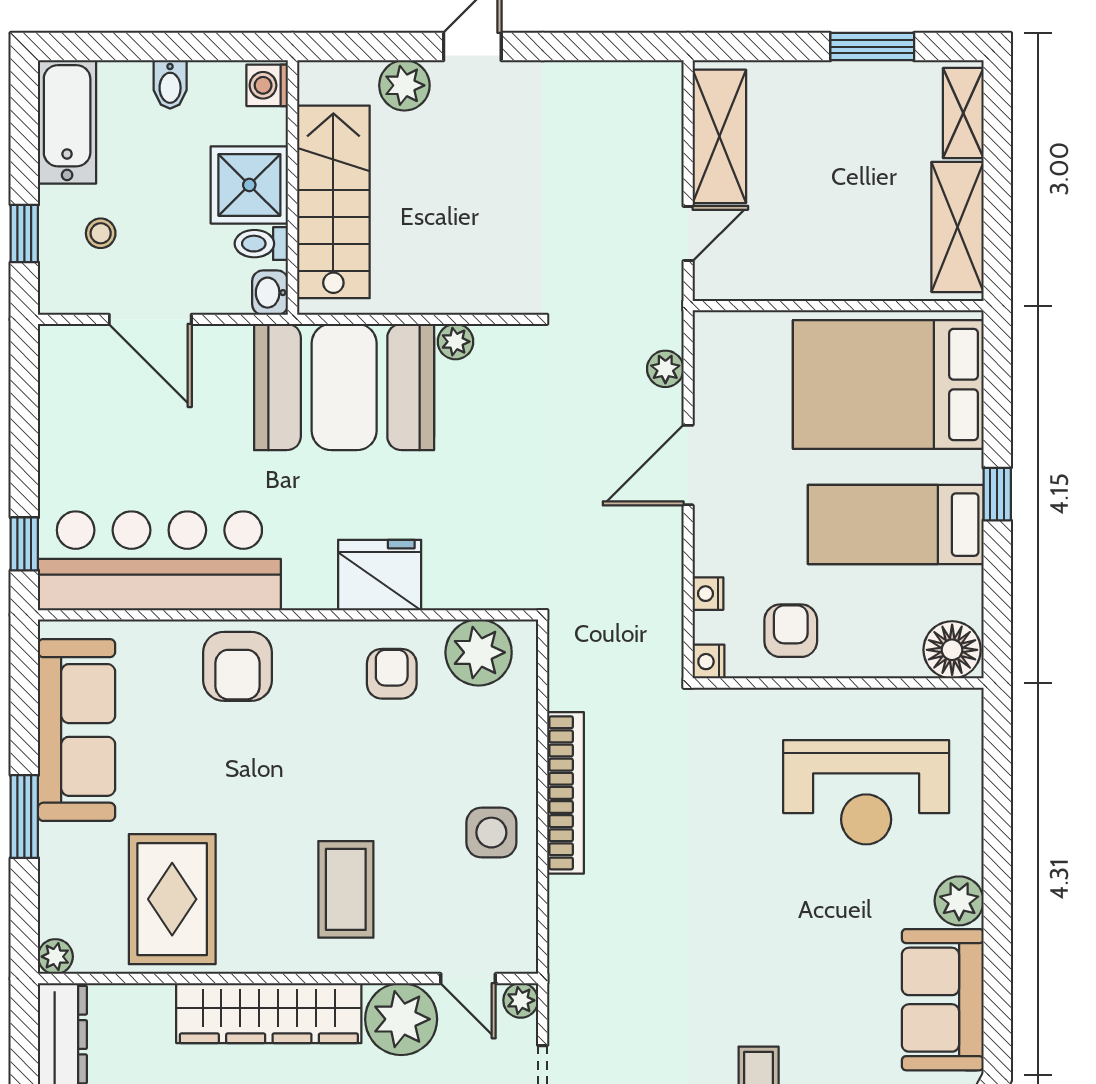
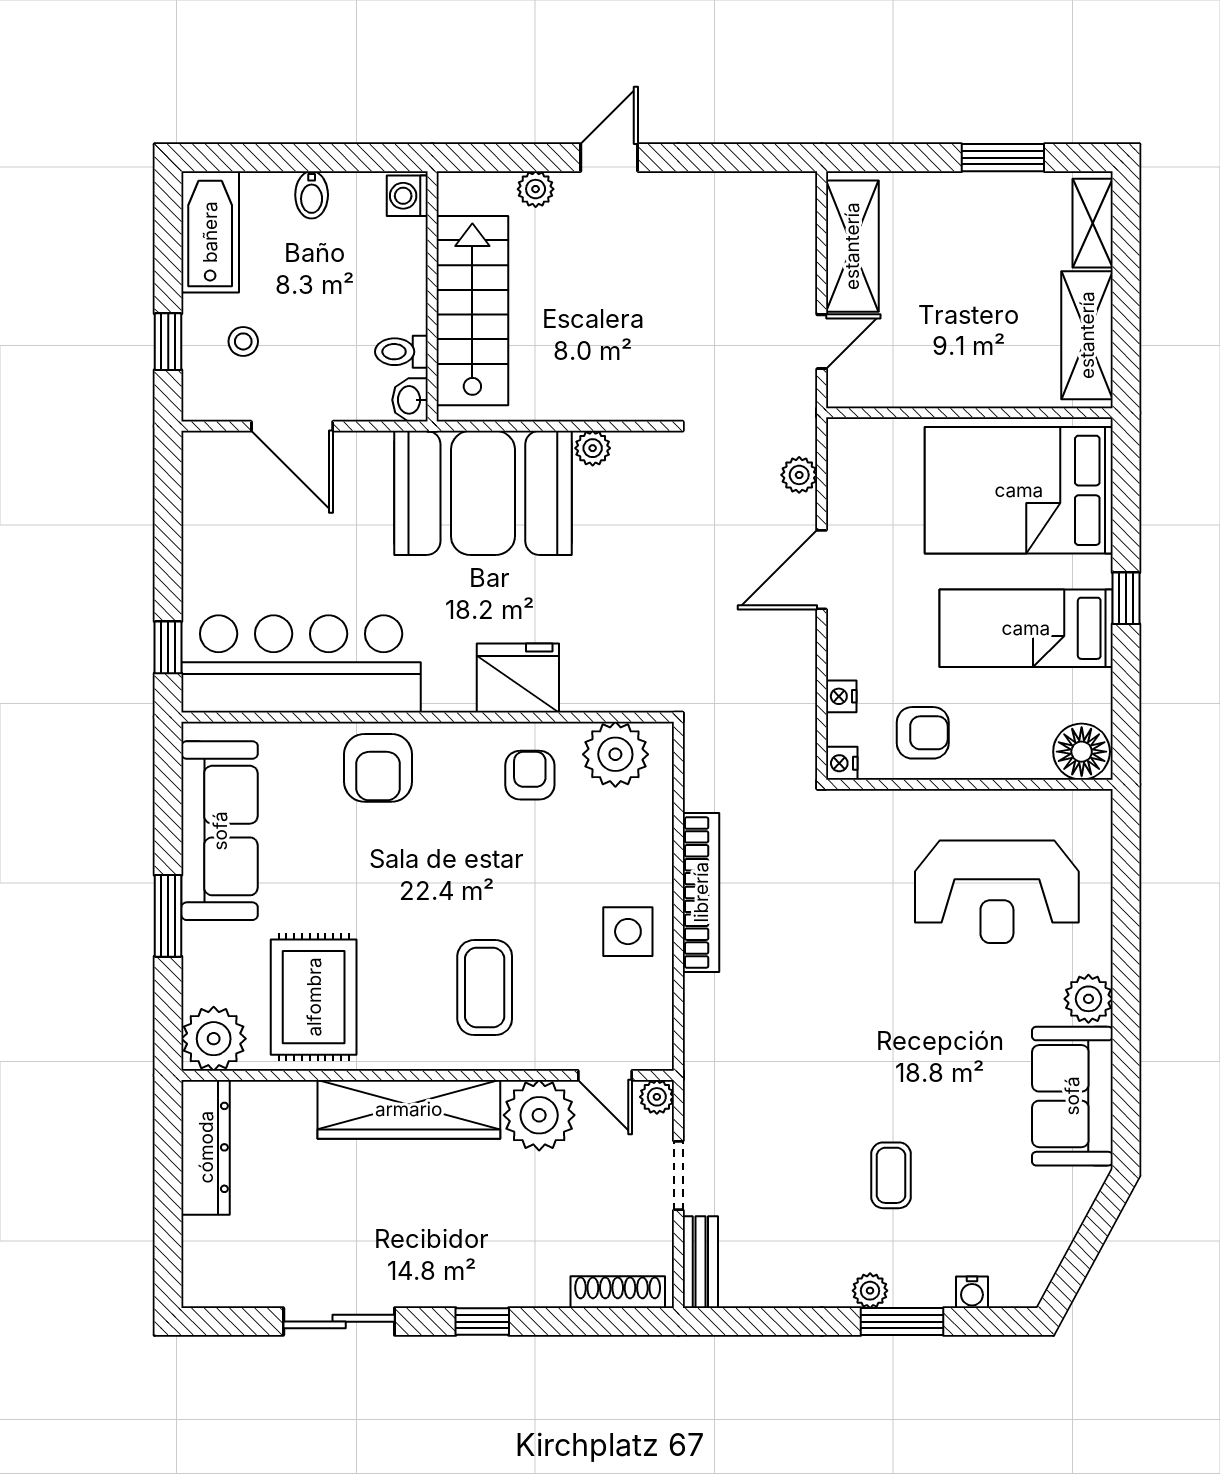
plant: (404, 85) -> (536, 189), width x0.73, depth x0.73
shower: (249, 185) -> (390, 294), removed
armchair: (791, 631) -> (923, 733), turned 90
plant: (55, 957) -> (214, 1039), width x1.88, depth x1.88

